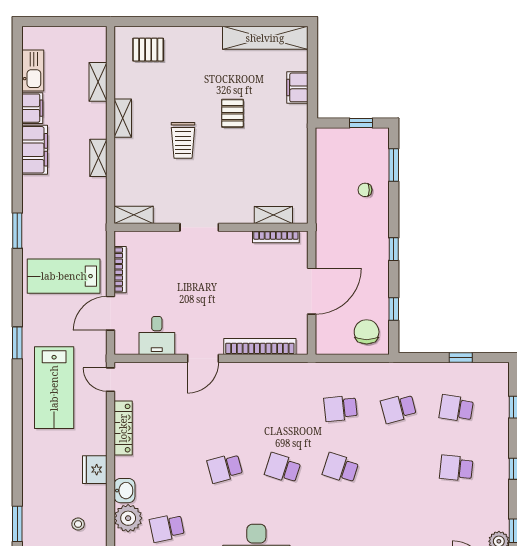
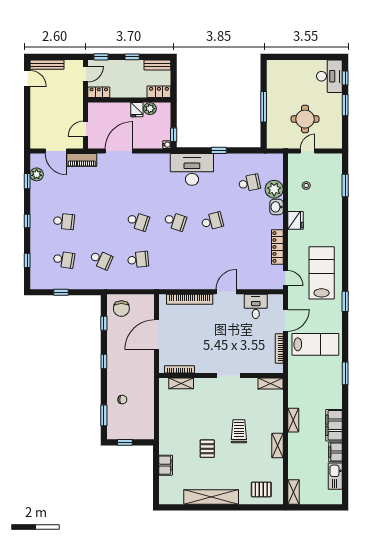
shelving: (265, 38) -> (211, 497), moved
shelving: (98, 82) -> (293, 492), moved
school desk: (398, 408) -> (101, 260), turned 39

